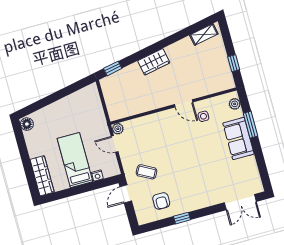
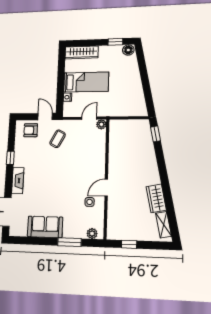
wardrobe: (154, 62) -> (156, 198), moved
sofa: (238, 139) -> (45, 227), moved
window: (21, 141) -> (115, 42), added
armchair: (161, 201) -> (31, 130), moved
fireplace: (204, 201) -> (18, 181), added

